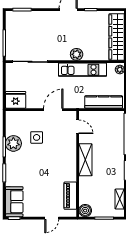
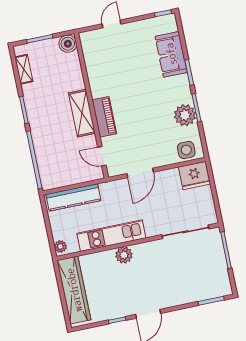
side table: (37, 137) -> (186, 150), moved
piano: (70, 196) -> (104, 117), moved
sofa: (14, 202) -> (171, 54), moved

